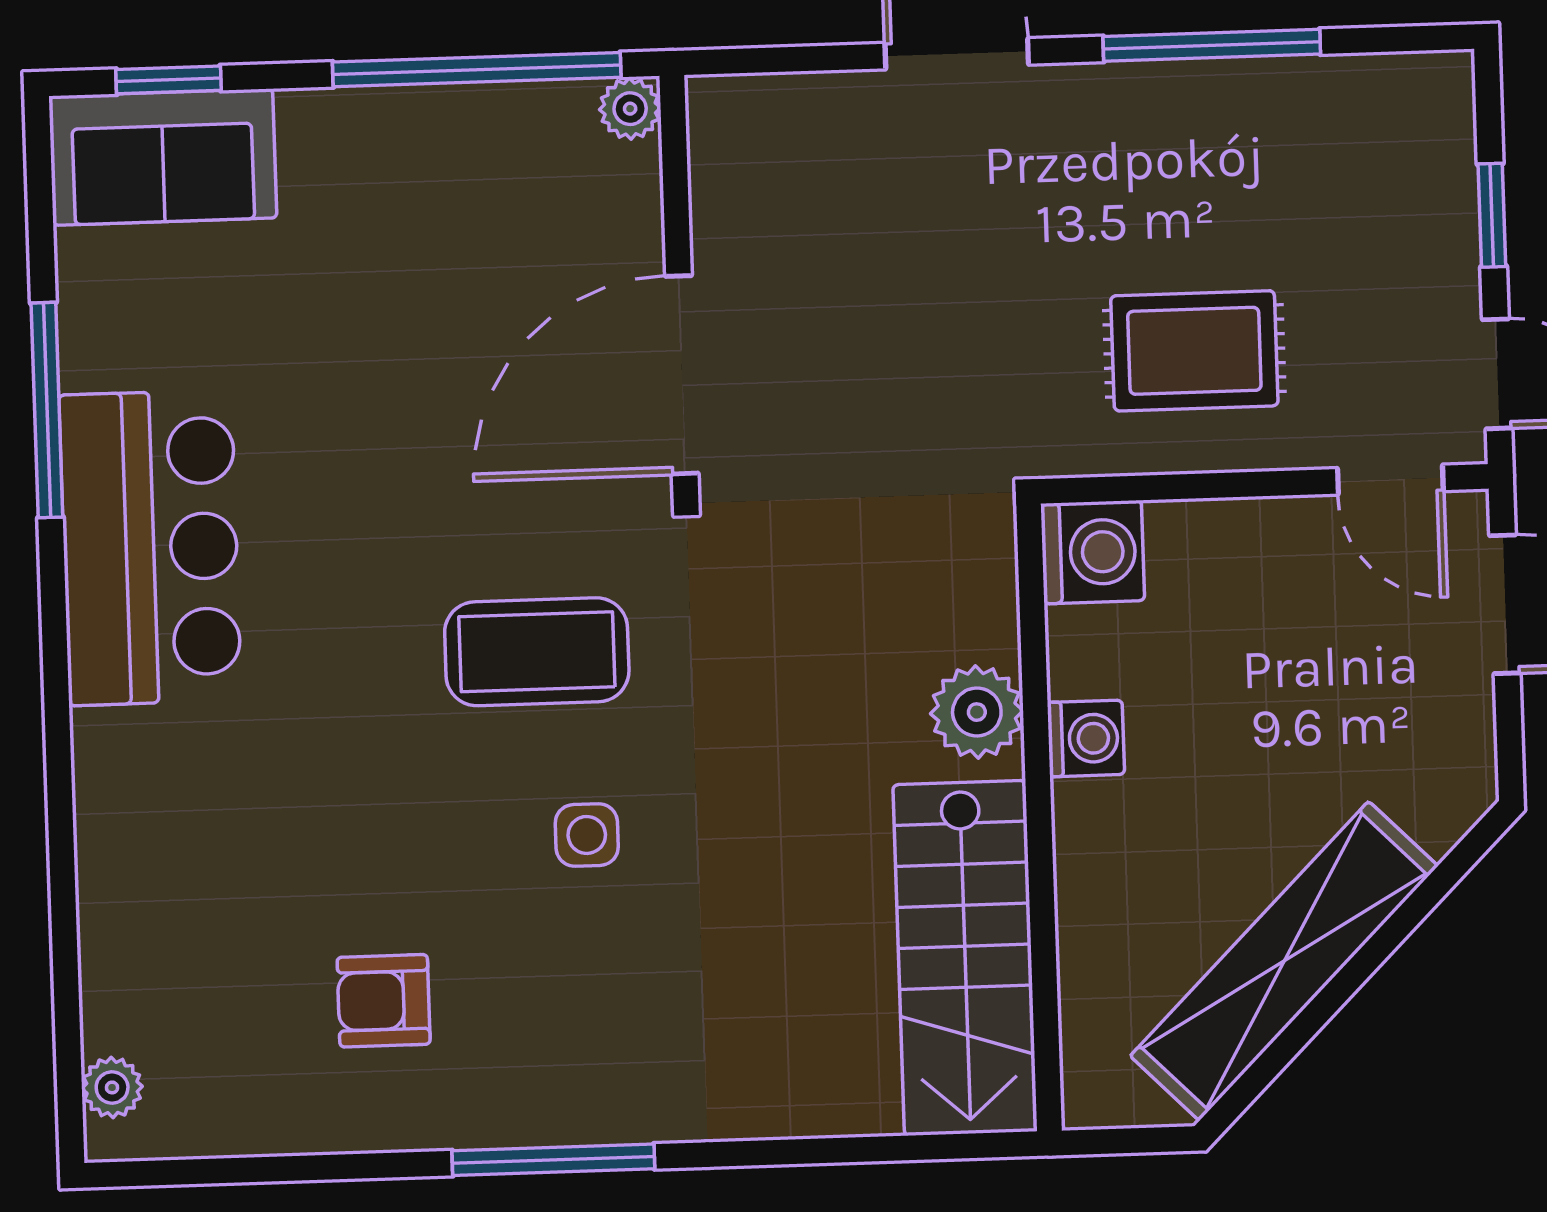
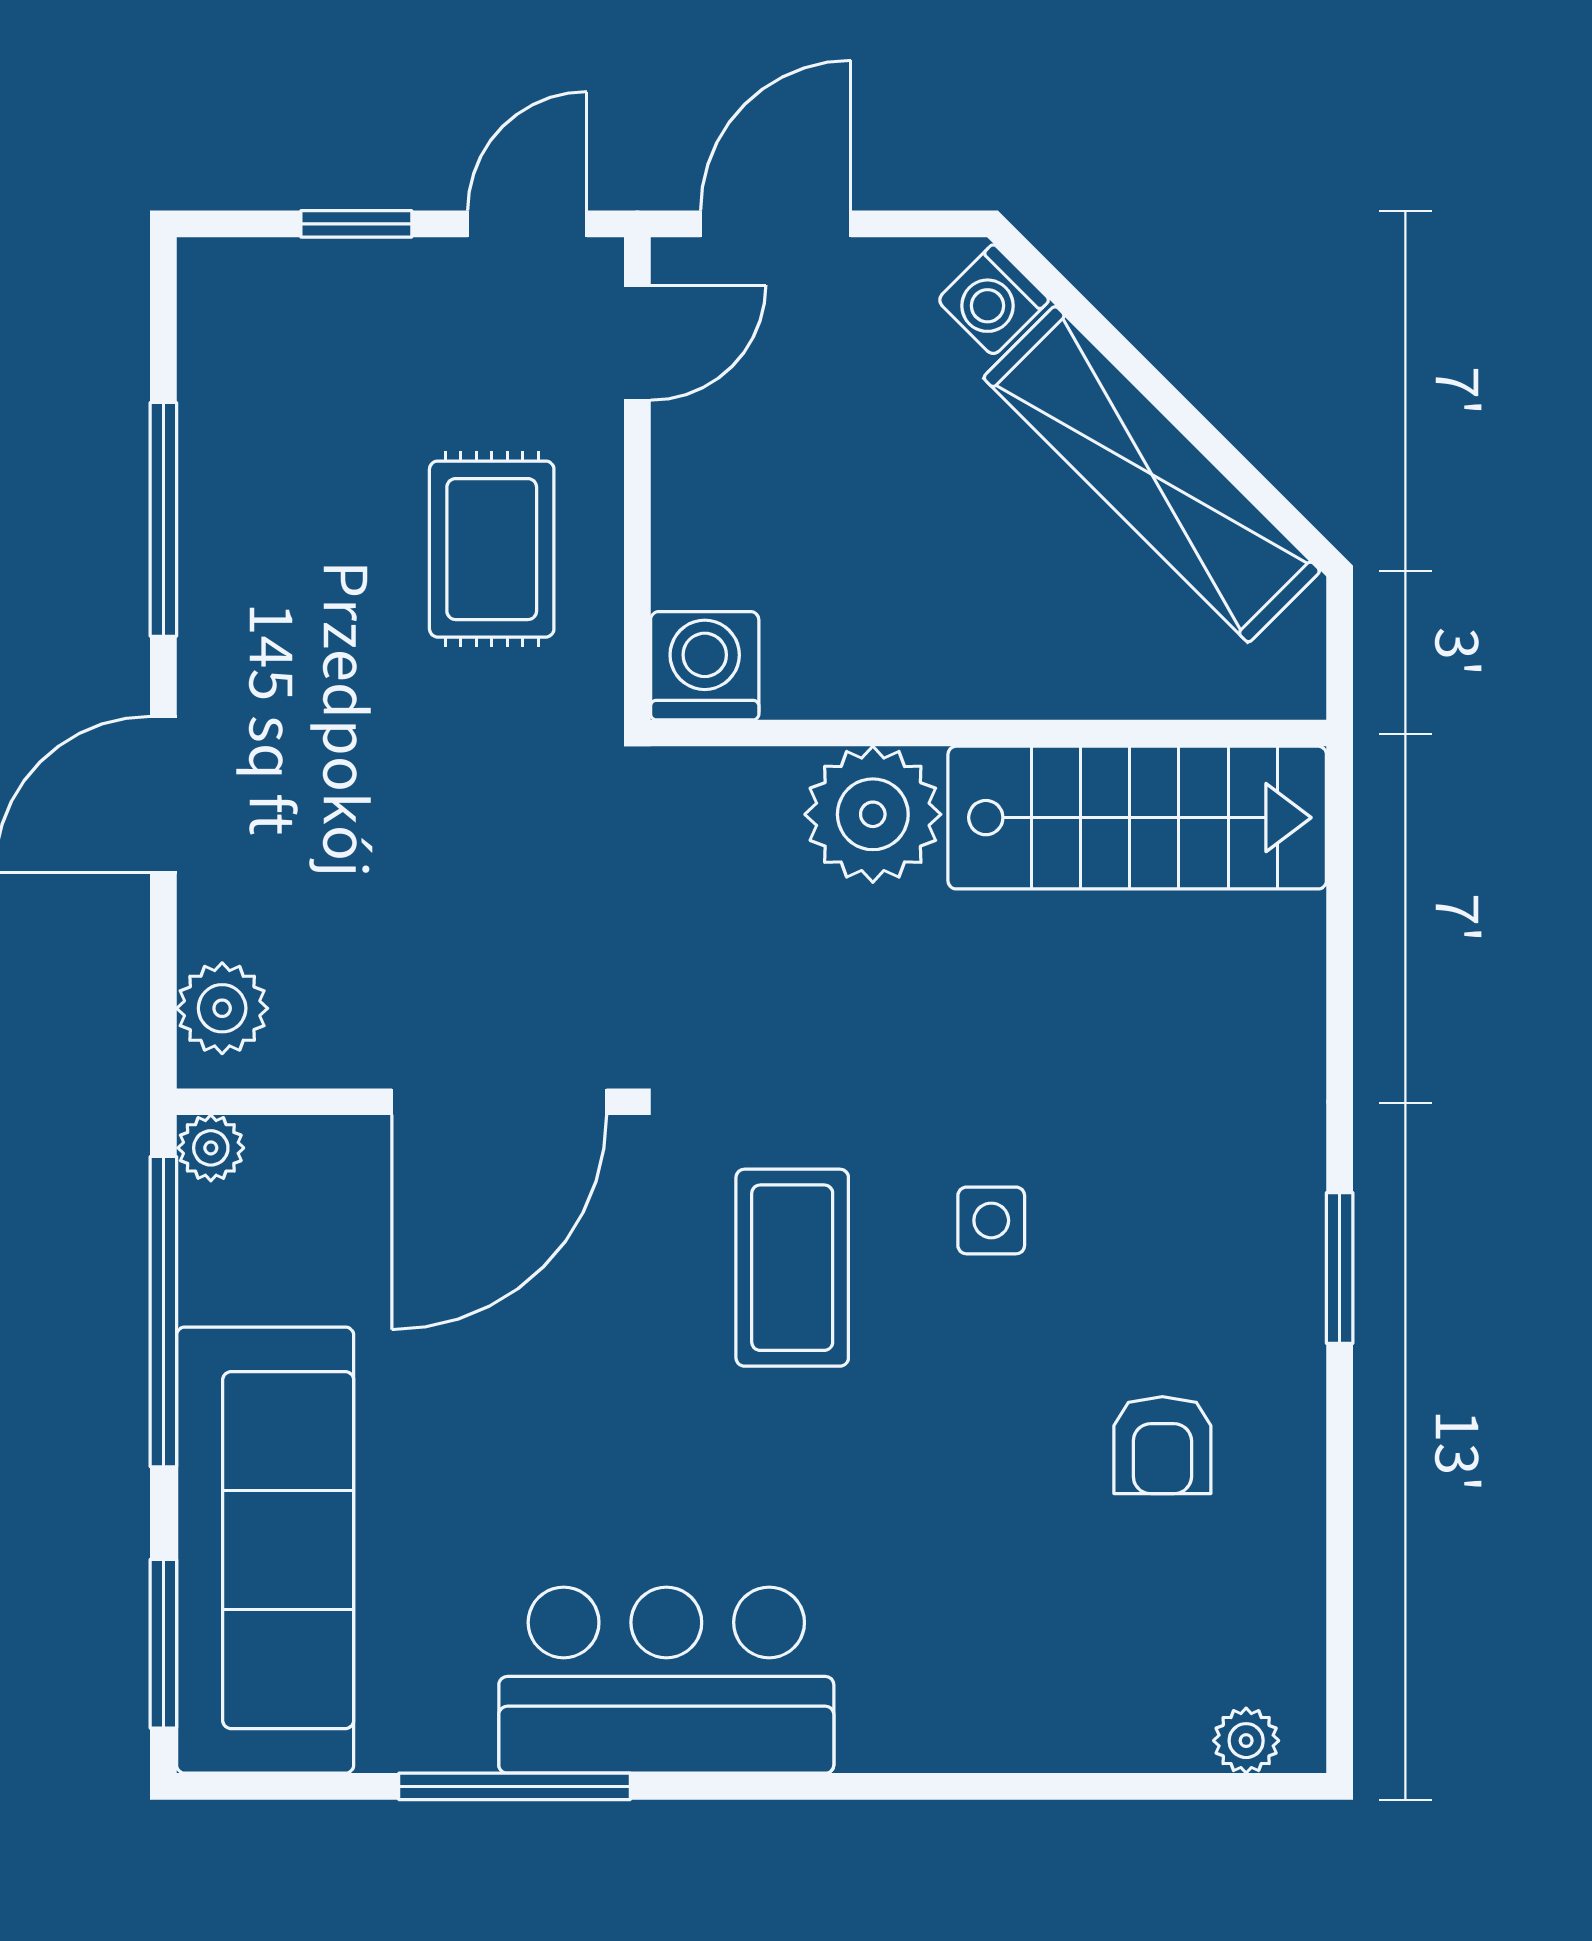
window: (169, 80) -> (163, 1644), width x1.50
plant: (760, 115) -> (222, 1008), added
sofa: (163, 157) -> (265, 1550), width x1.85, depth x1.27
door: (682, 375) -> (499, 1102), hinge flipped
plant: (977, 712) -> (873, 814), width x1.36, depth x1.36
washing machine: (1086, 738) -> (993, 300), moved, turned -135
window: (553, 1160) -> (1340, 1268), width x0.69

